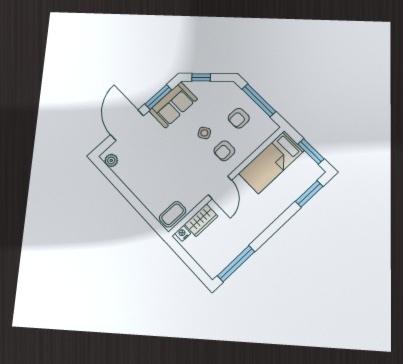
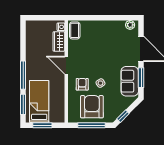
window: (201, 77) -> (123, 116), moved
armchair: (239, 118) -> (92, 107), width x1.88, depth x1.88
bed: (271, 162) -> (39, 102), moved
window: (236, 264) -> (23, 75), moved

